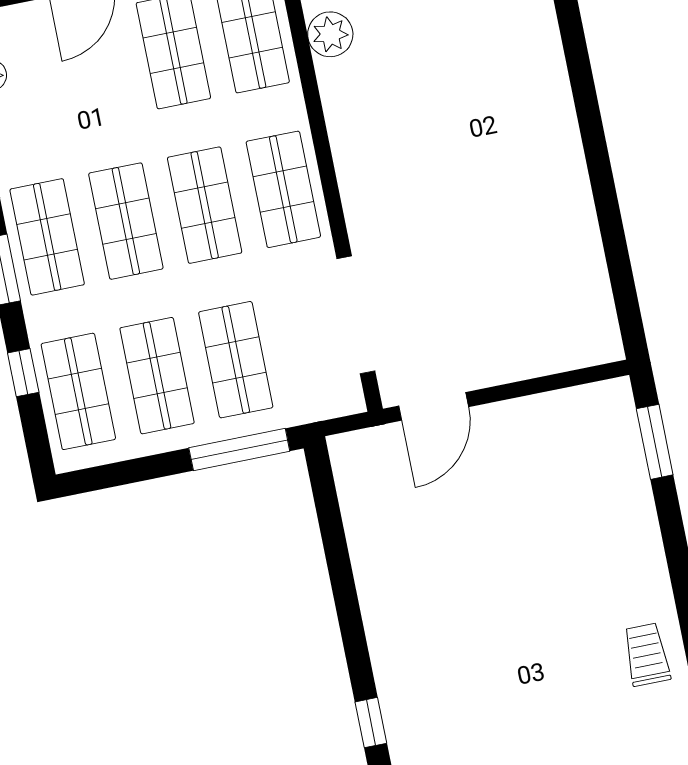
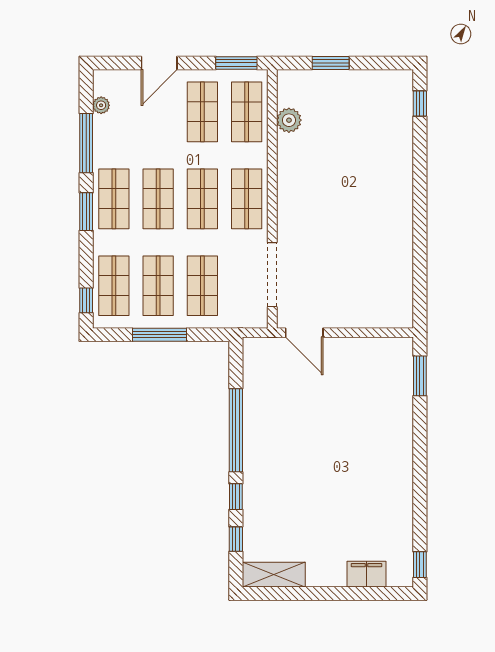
window: (23, 373) -> (86, 300), moved
door: (434, 406) -> (304, 333), hinge flipped
window: (239, 450) -> (159, 335), moved
window: (347, 605) -> (236, 430), added
trolley: (647, 655) -> (392, 490), removed

